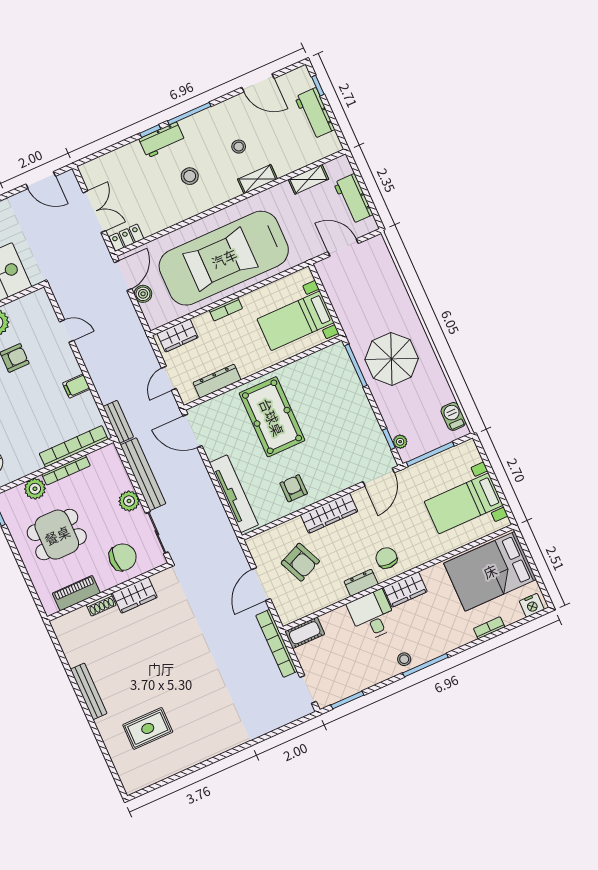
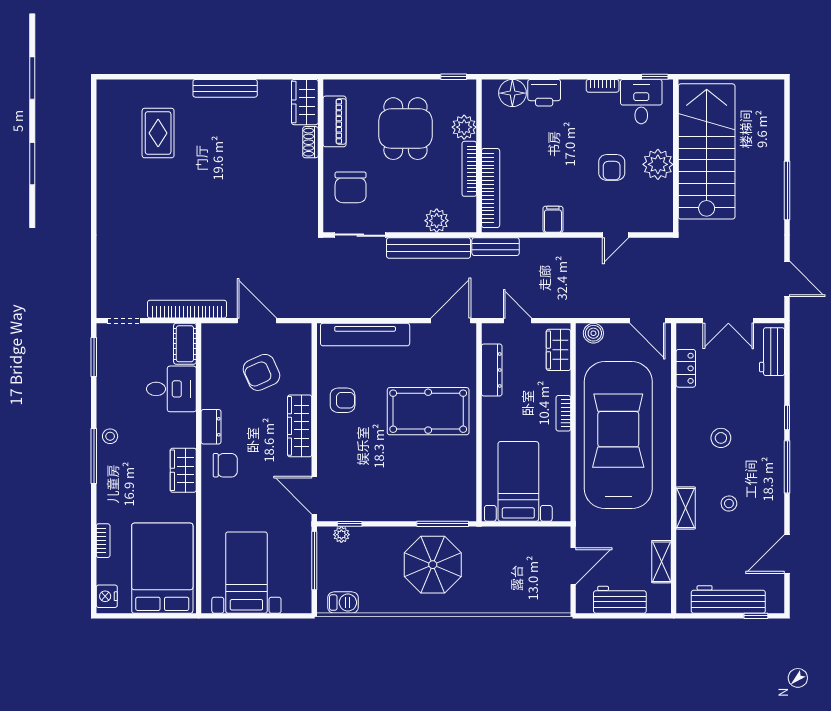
workbench: (315, 113) -> (728, 599), width x1.37
workbench: (162, 140) -> (772, 352), moved
door: (41, 180) -> (787, 279), swing flipped
locker: (126, 238) -> (686, 368), moved
boiler: (143, 294) -> (593, 333), moved
plant: (129, 501) -> (437, 221), moved
wardrobe: (135, 595) -> (305, 102), moved
desk: (372, 615) -> (171, 389), moved

